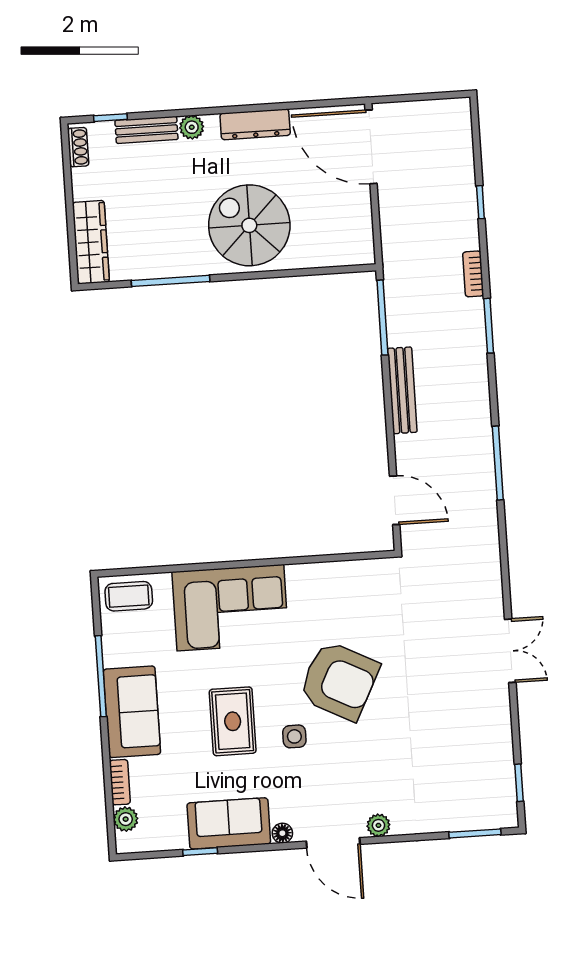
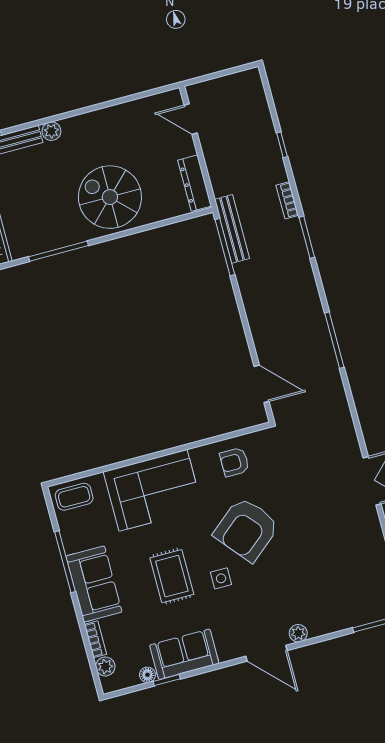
dresser: (255, 124) -> (195, 183), moved, turned 90
door: (371, 147) -> (191, 119), width x0.53
bench: (402, 390) -> (232, 229), moved
armchair: (341, 592) -> (234, 462), added
armchair: (339, 681) -> (247, 529), turned 113
floor lamp: (282, 833) -> (147, 675), moved

